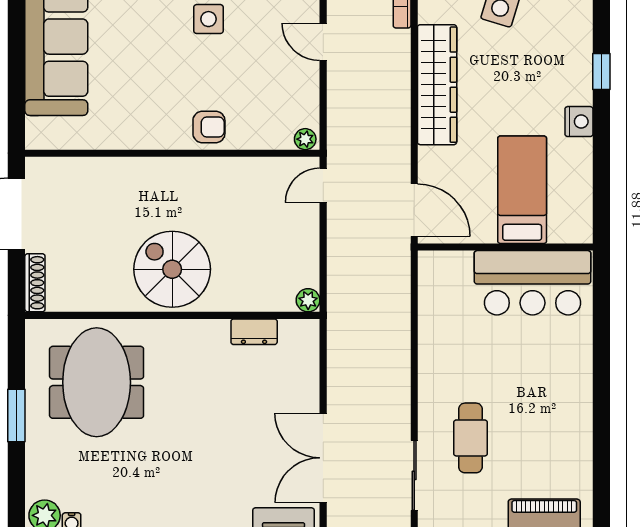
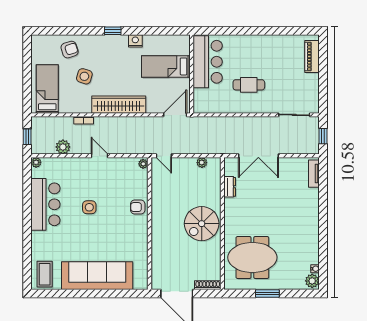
door: (323, 42) -> (100, 156), swing flipped
armchair: (209, 127) -> (138, 207), turned -90
plant: (308, 300) -> (202, 163), moved
cafe table: (470, 438) -> (249, 85), moved
double door: (323, 458) -> (258, 156), moved

